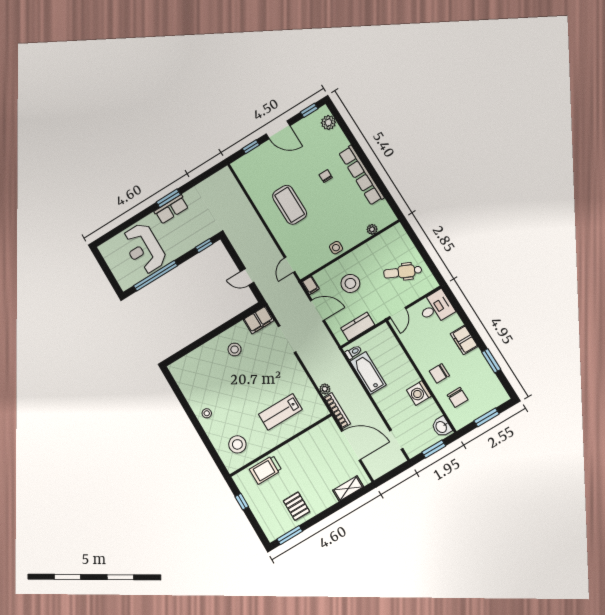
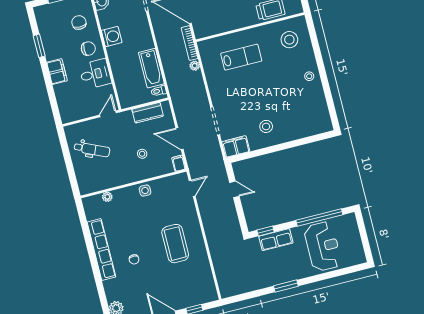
row of seats: (171, 209) -> (276, 240), moved, turned 180
stool: (350, 283) -> (142, 154), width x0.53, depth x0.53
desk: (436, 308) -> (95, 74), moved, turned 180

